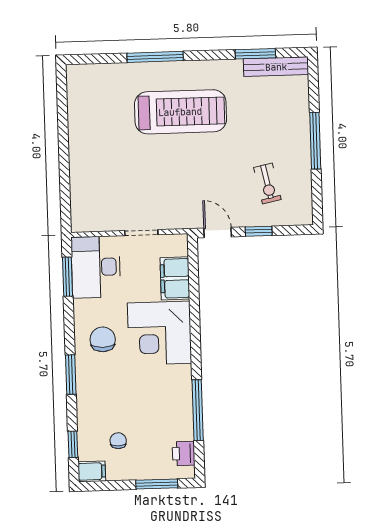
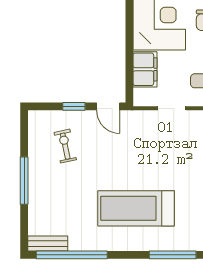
window: (255, 54) -> (72, 255), width x2.11
window: (155, 57) -> (173, 255), moved
bench: (276, 67) -> (48, 244), width x0.73

